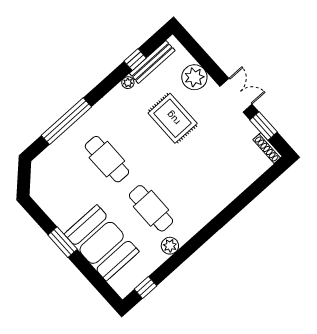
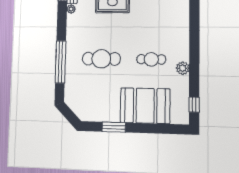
cafe table: (151, 208) -> (151, 59), width x0.73, depth x0.74
window: (63, 242) -> (114, 127), moved

